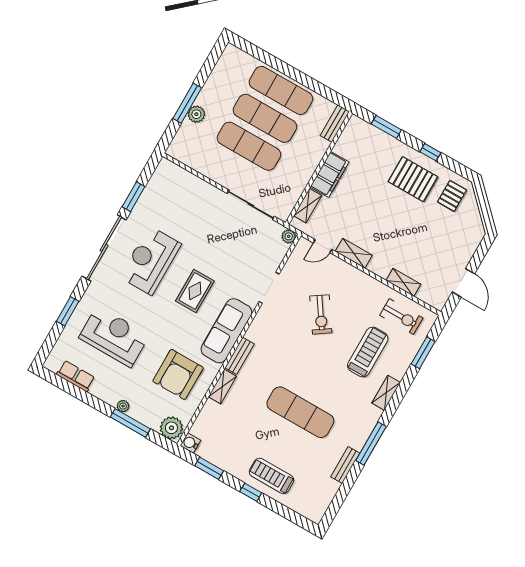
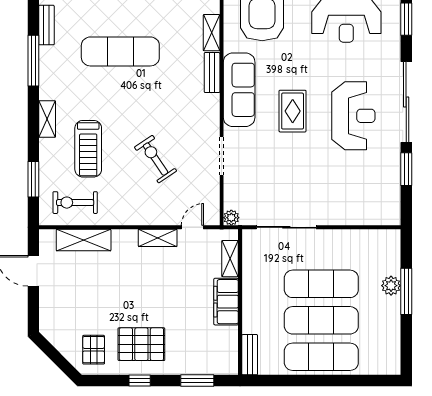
shelving: (403, 282) -> (84, 240), width x1.50, depth x1.33

